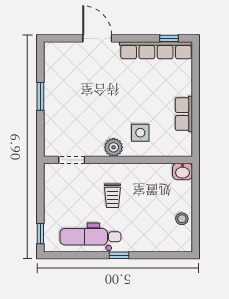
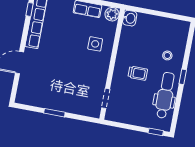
plant: (114, 147) -> (112, 14), moved
stool: (182, 219) -> (167, 55), moved
dental chair: (90, 237) -> (165, 95), turned 180

